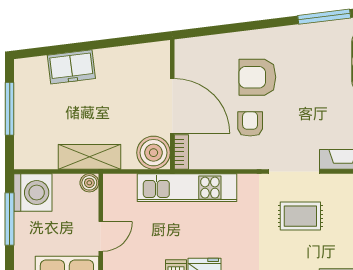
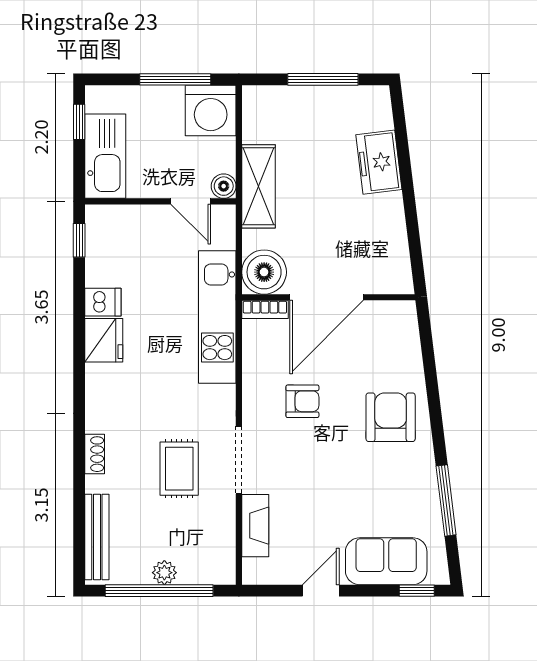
armchair: (257, 77) -> (391, 417), moved
door: (101, 236) -> (191, 201), moved

